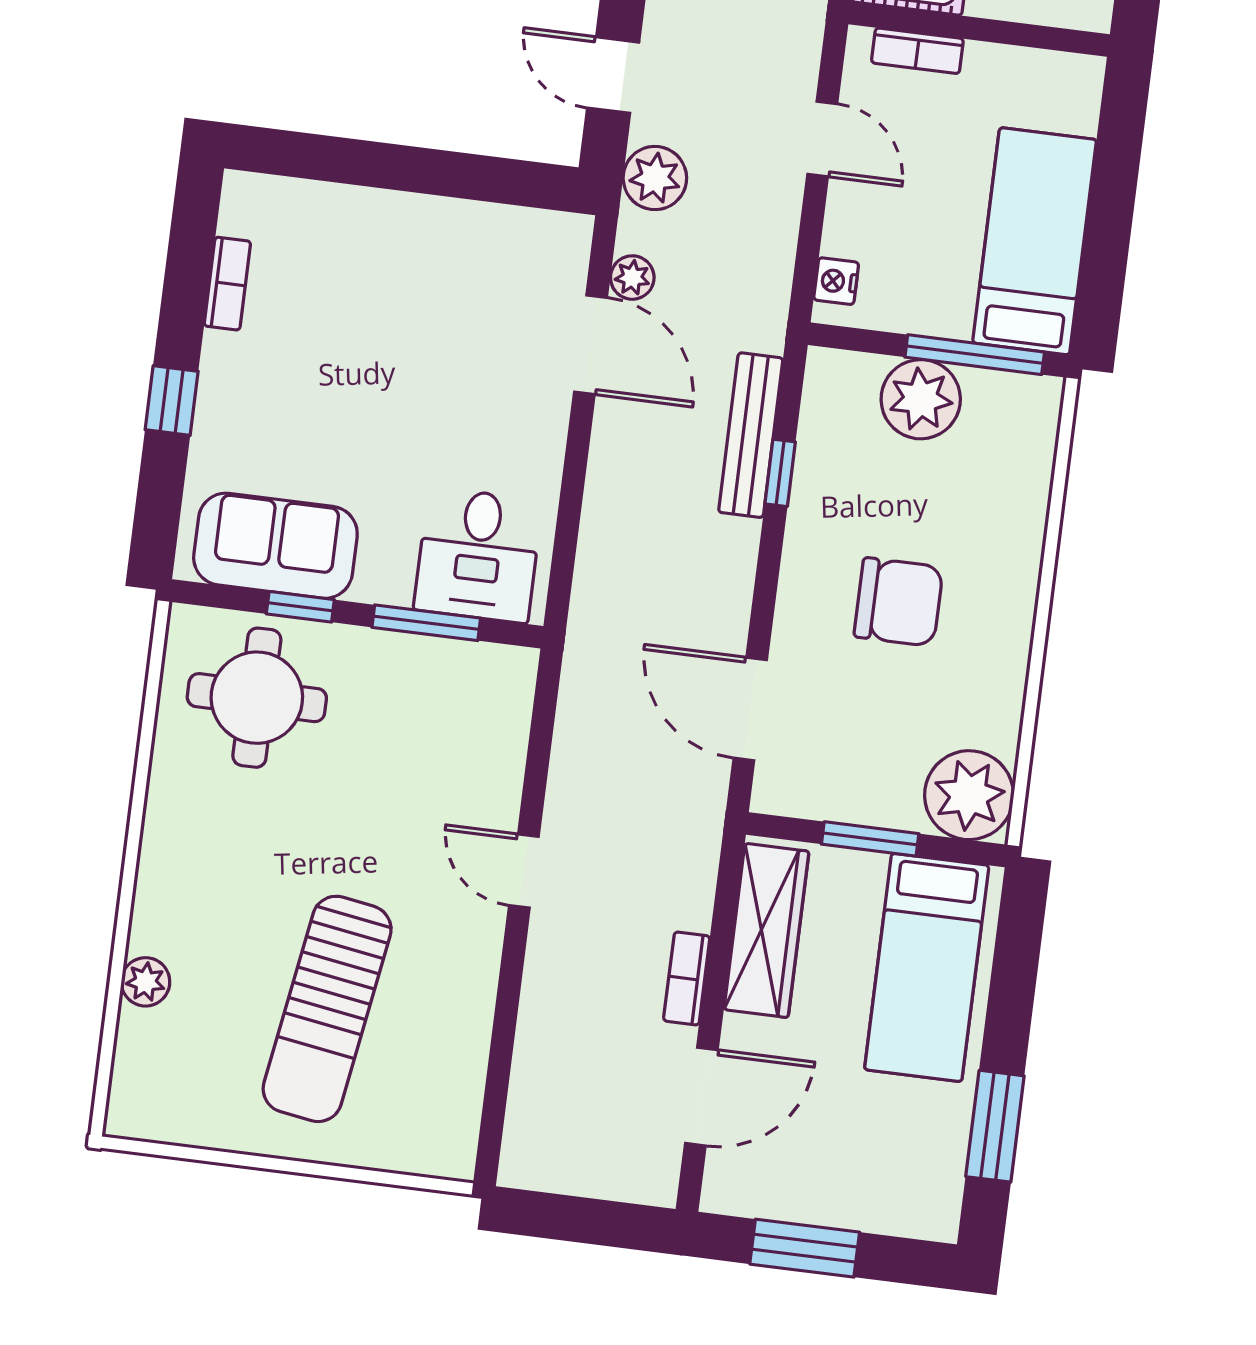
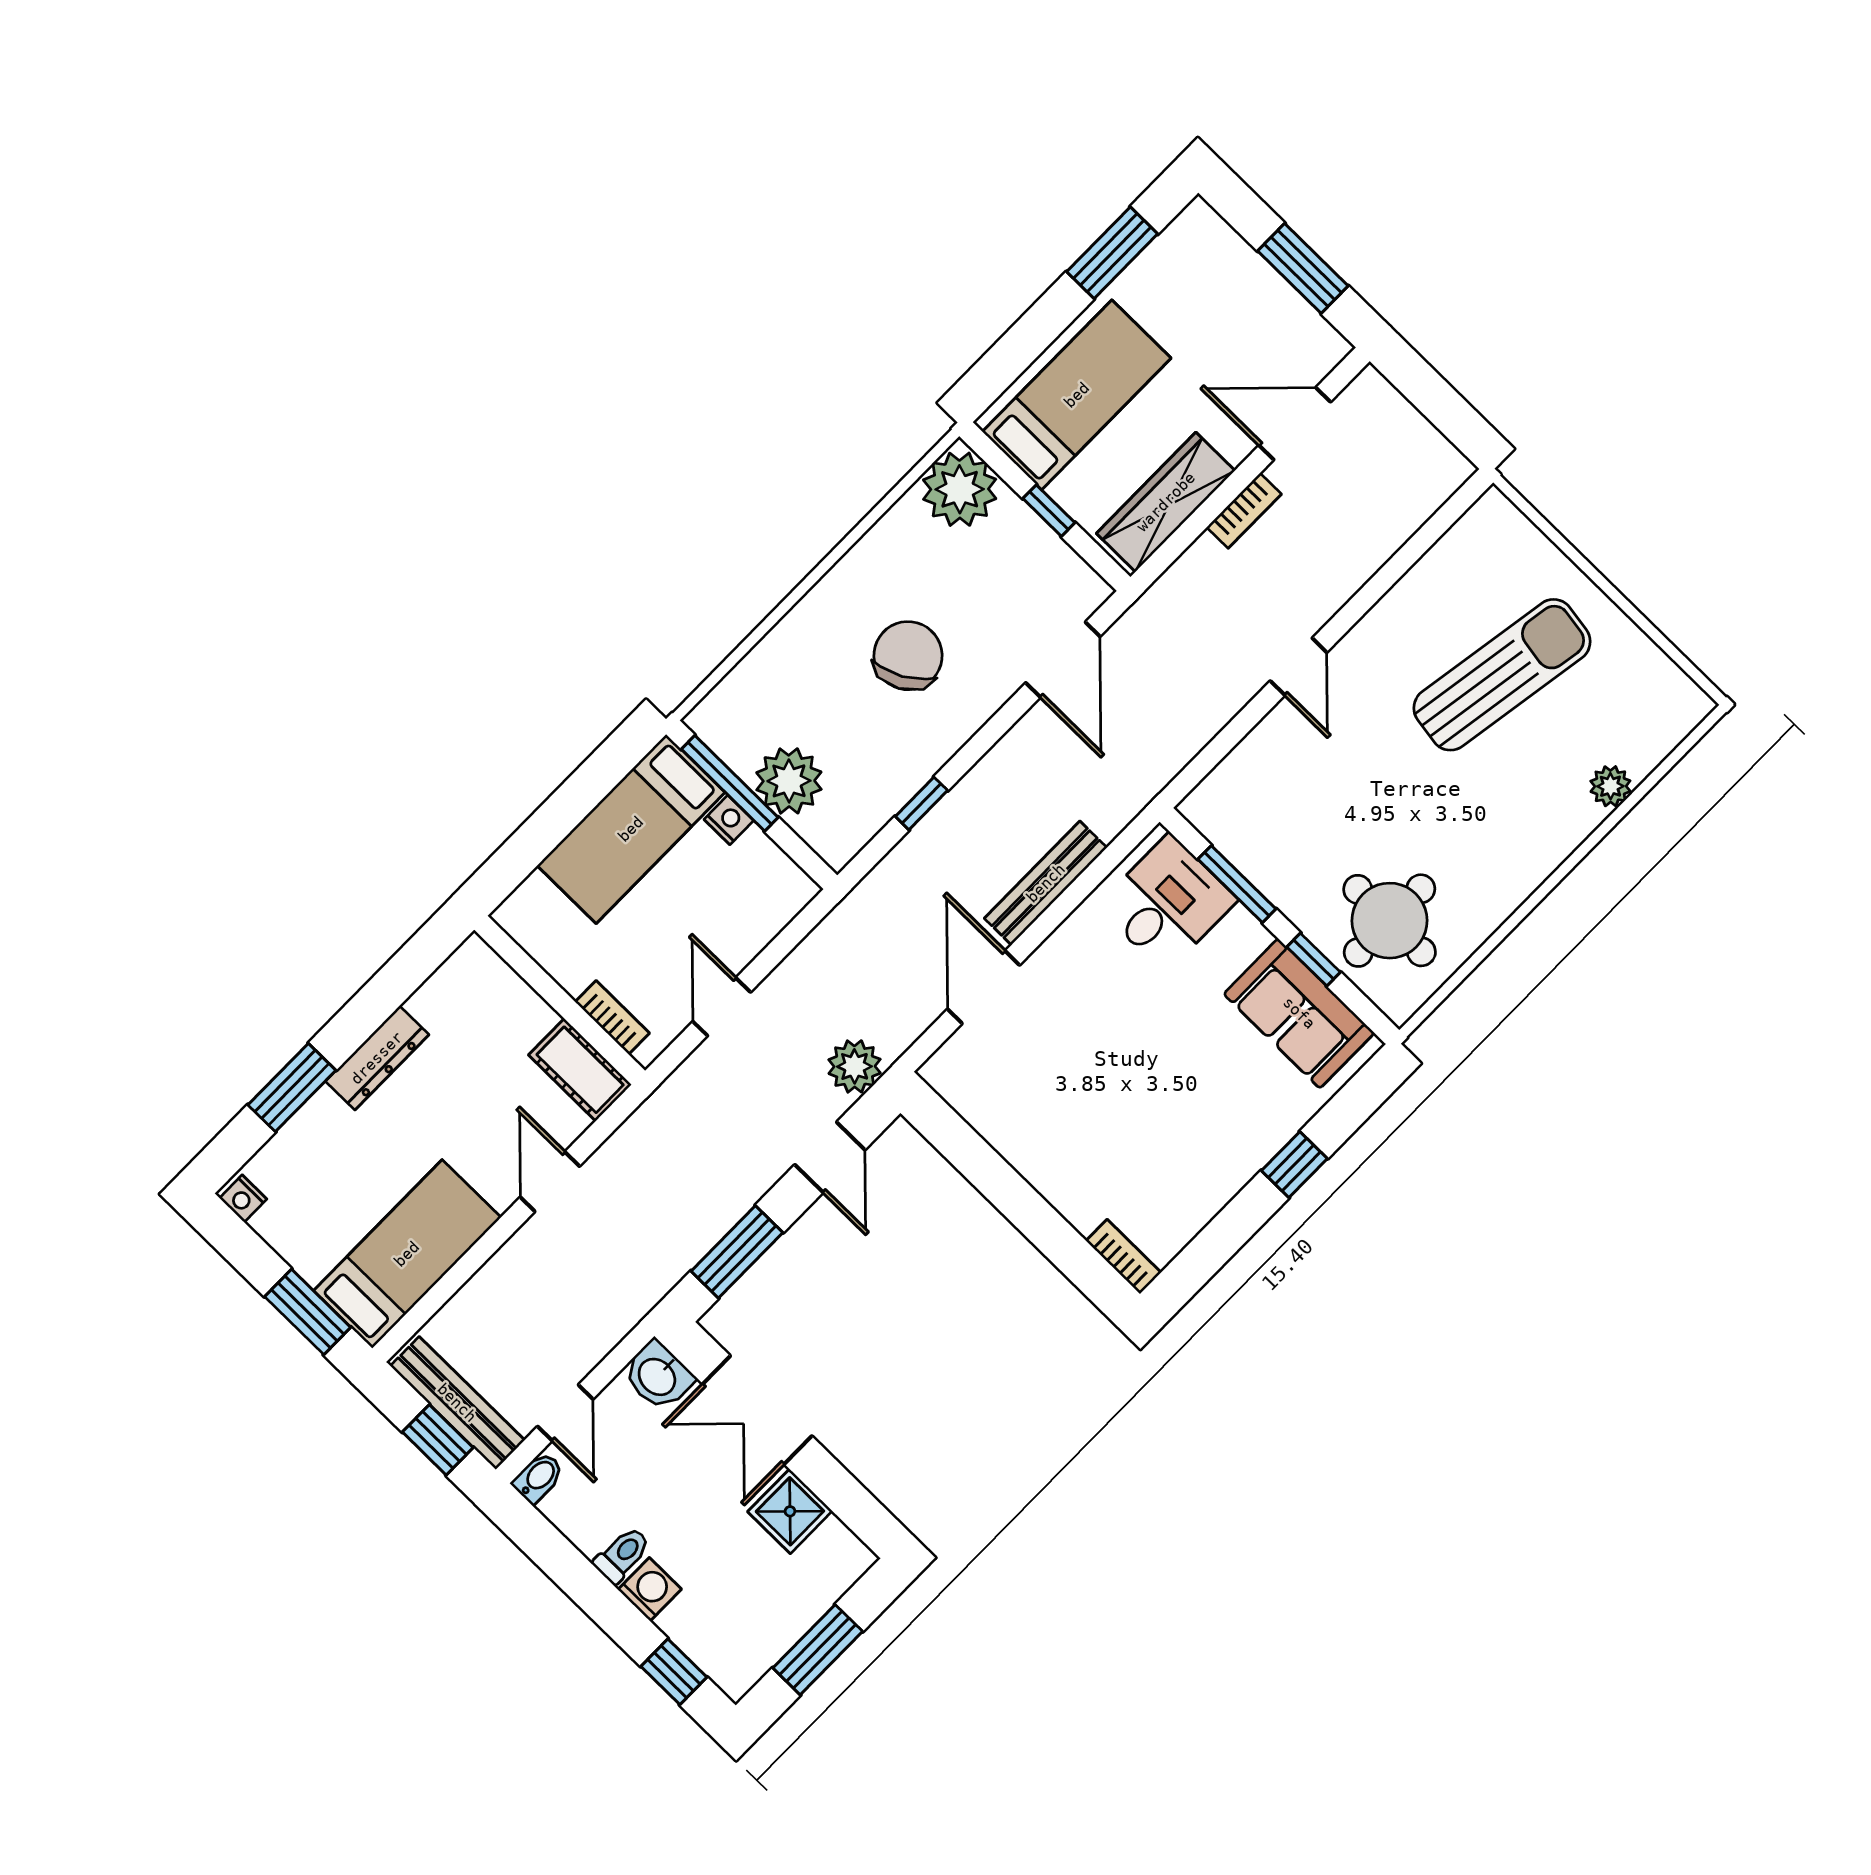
plant: (632, 278) -> (921, 1011), removed
nightstand: (836, 281) -> (729, 820), moved, turned -90
bookcase: (227, 284) -> (1124, 1257), moved, turned 90
bench: (751, 435) -> (1046, 883), moved
chair: (899, 602) -> (908, 656), turned 61
window: (870, 839) -> (1049, 511), width x0.67

